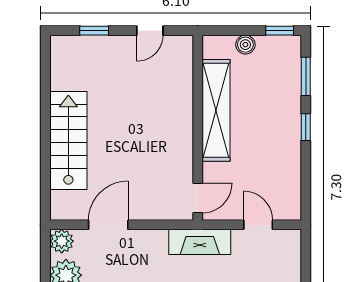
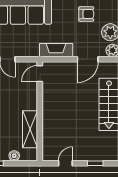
shelving: (216, 110) -> (30, 129), width x0.68
fireplace: (200, 242) -> (56, 50), moved

